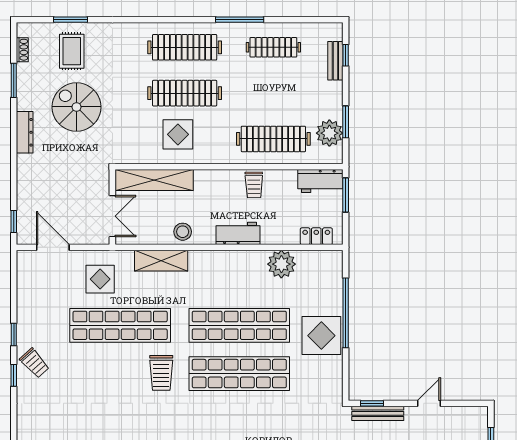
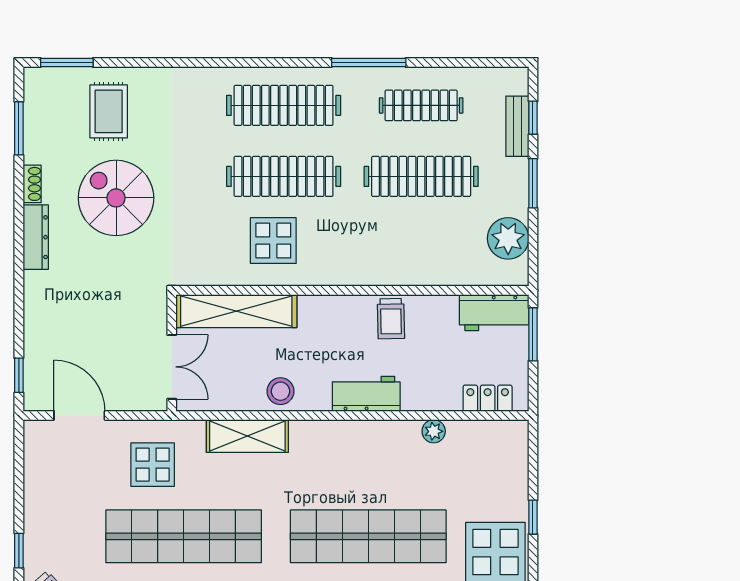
window: (70, 20) -> (67, 63), moved
shoe rack: (22, 50) -> (32, 184), moved
window: (14, 80) -> (19, 128), moved
window: (346, 122) -> (533, 183), moved
clothes rail: (273, 139) -> (421, 176), moved
plant: (281, 264) -> (434, 431), width x0.53, depth x0.53
window: (346, 313) -> (533, 517), width x0.32

